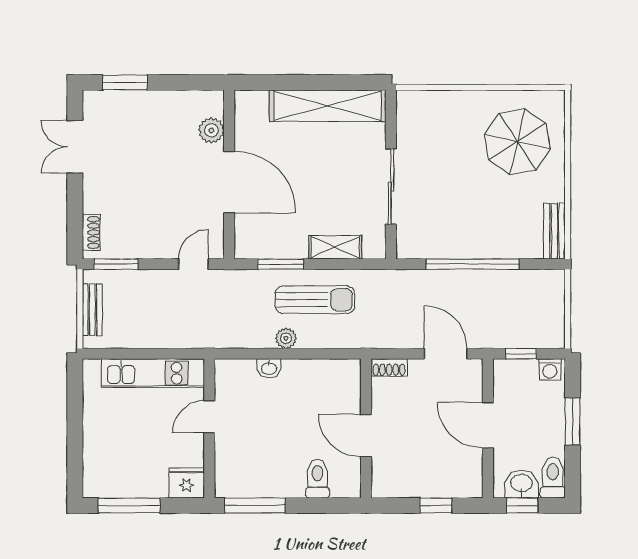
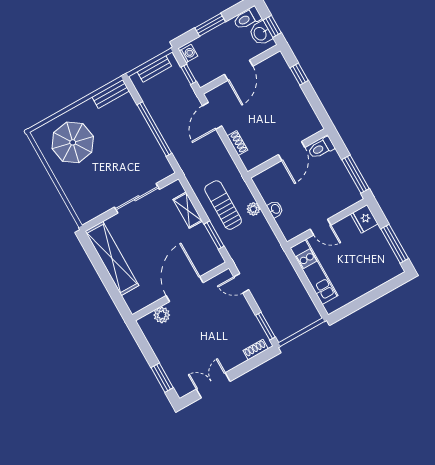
double door: (75, 147) -> (213, 385), swing flipped
bench: (92, 310) -> (154, 69), moved
wall: (366, 428) -> (288, 153), moved
door: (366, 436) -> (292, 151), moved

